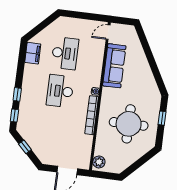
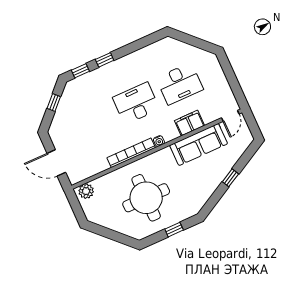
door: (108, 32) -> (230, 116), swing flipped
filing cabinet: (33, 53) -> (190, 123), moved, turned 180
window: (150, 58) -> (230, 178), added

